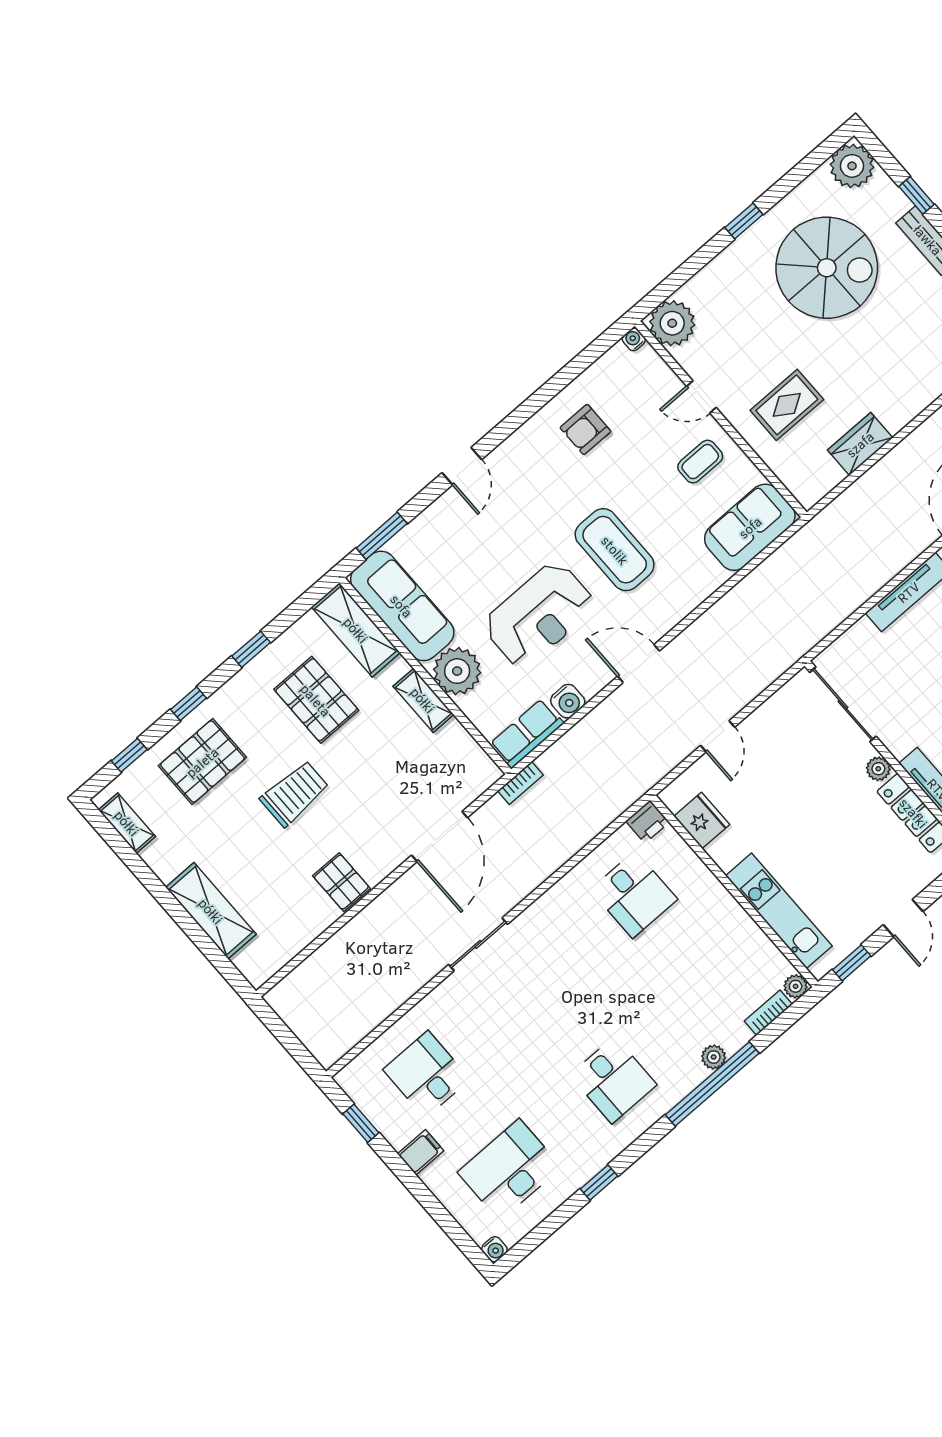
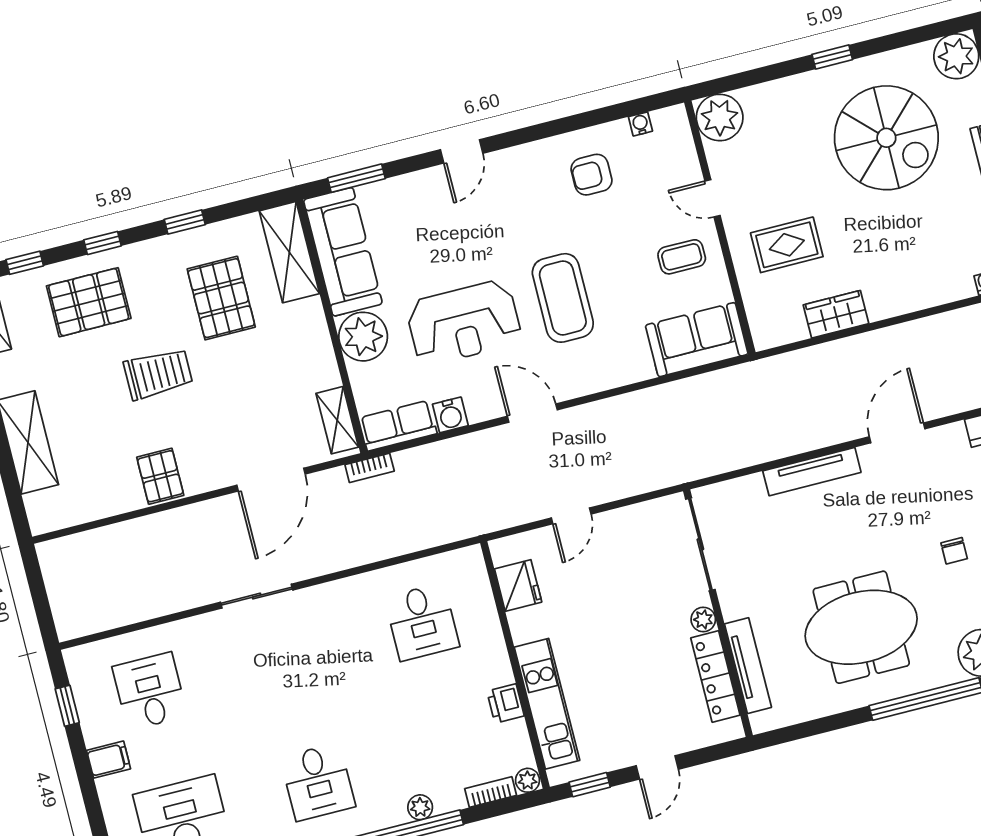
water cooler: (634, 339) -> (640, 124), moved
shelving: (423, 700) -> (337, 420), moved
printer: (647, 822) -> (505, 704), moved, turned 90

